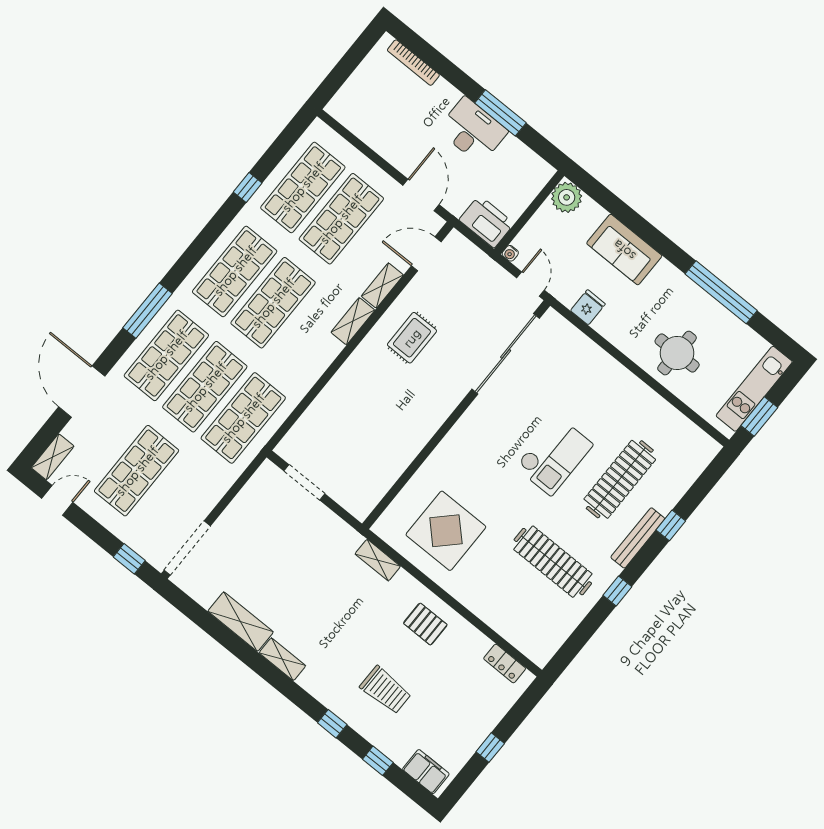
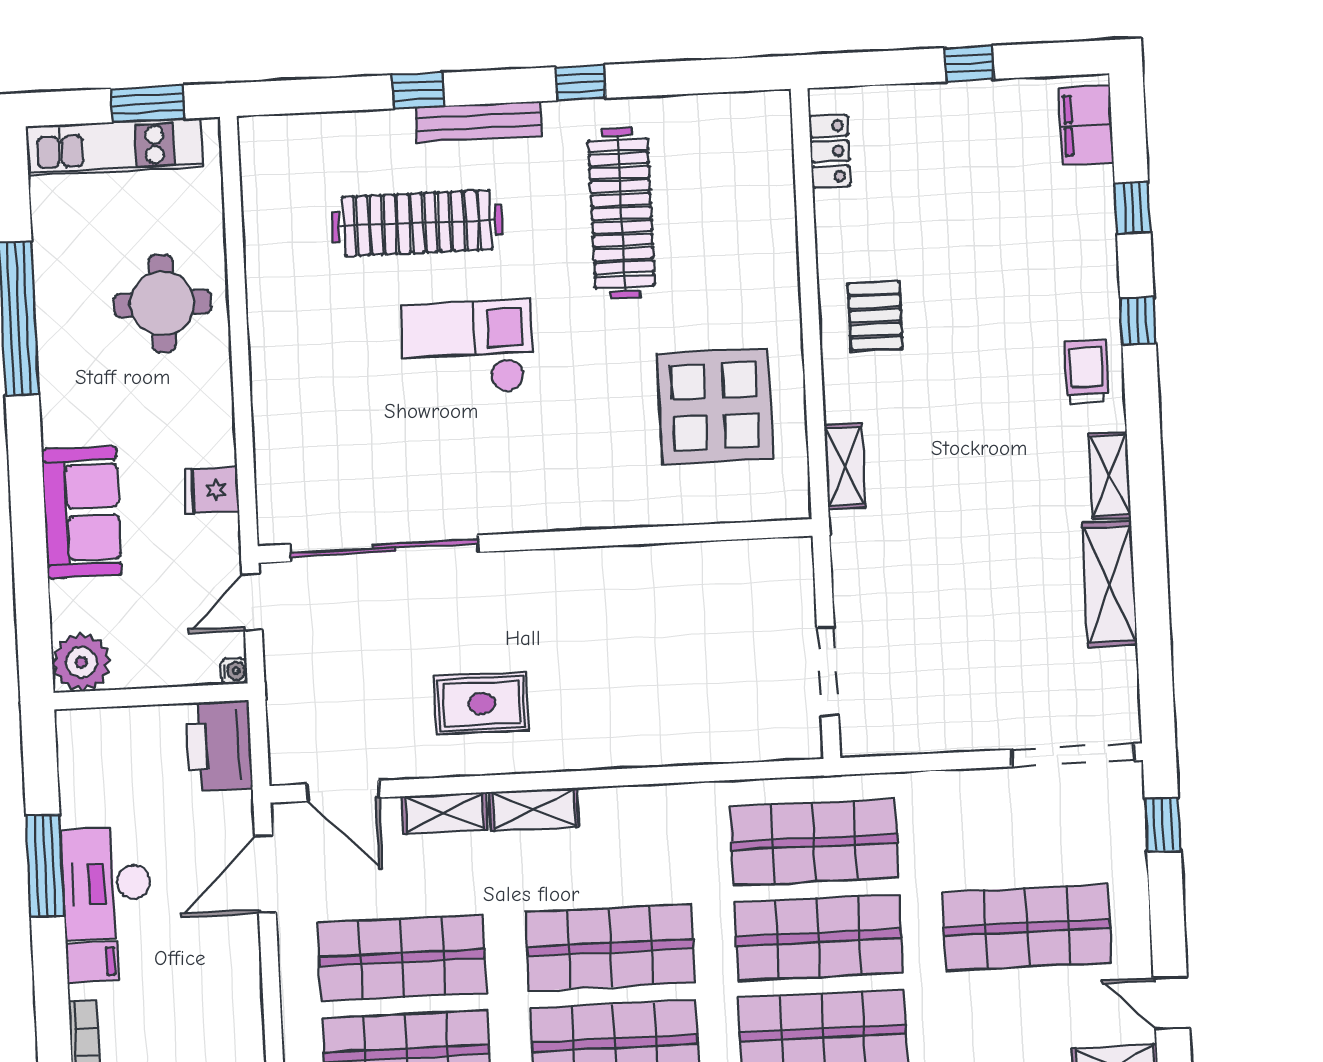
filing cabinet: (447, 98) -> (92, 962), added
trolley: (386, 690) -> (1086, 372), moved, width x0.73, depth x0.72

